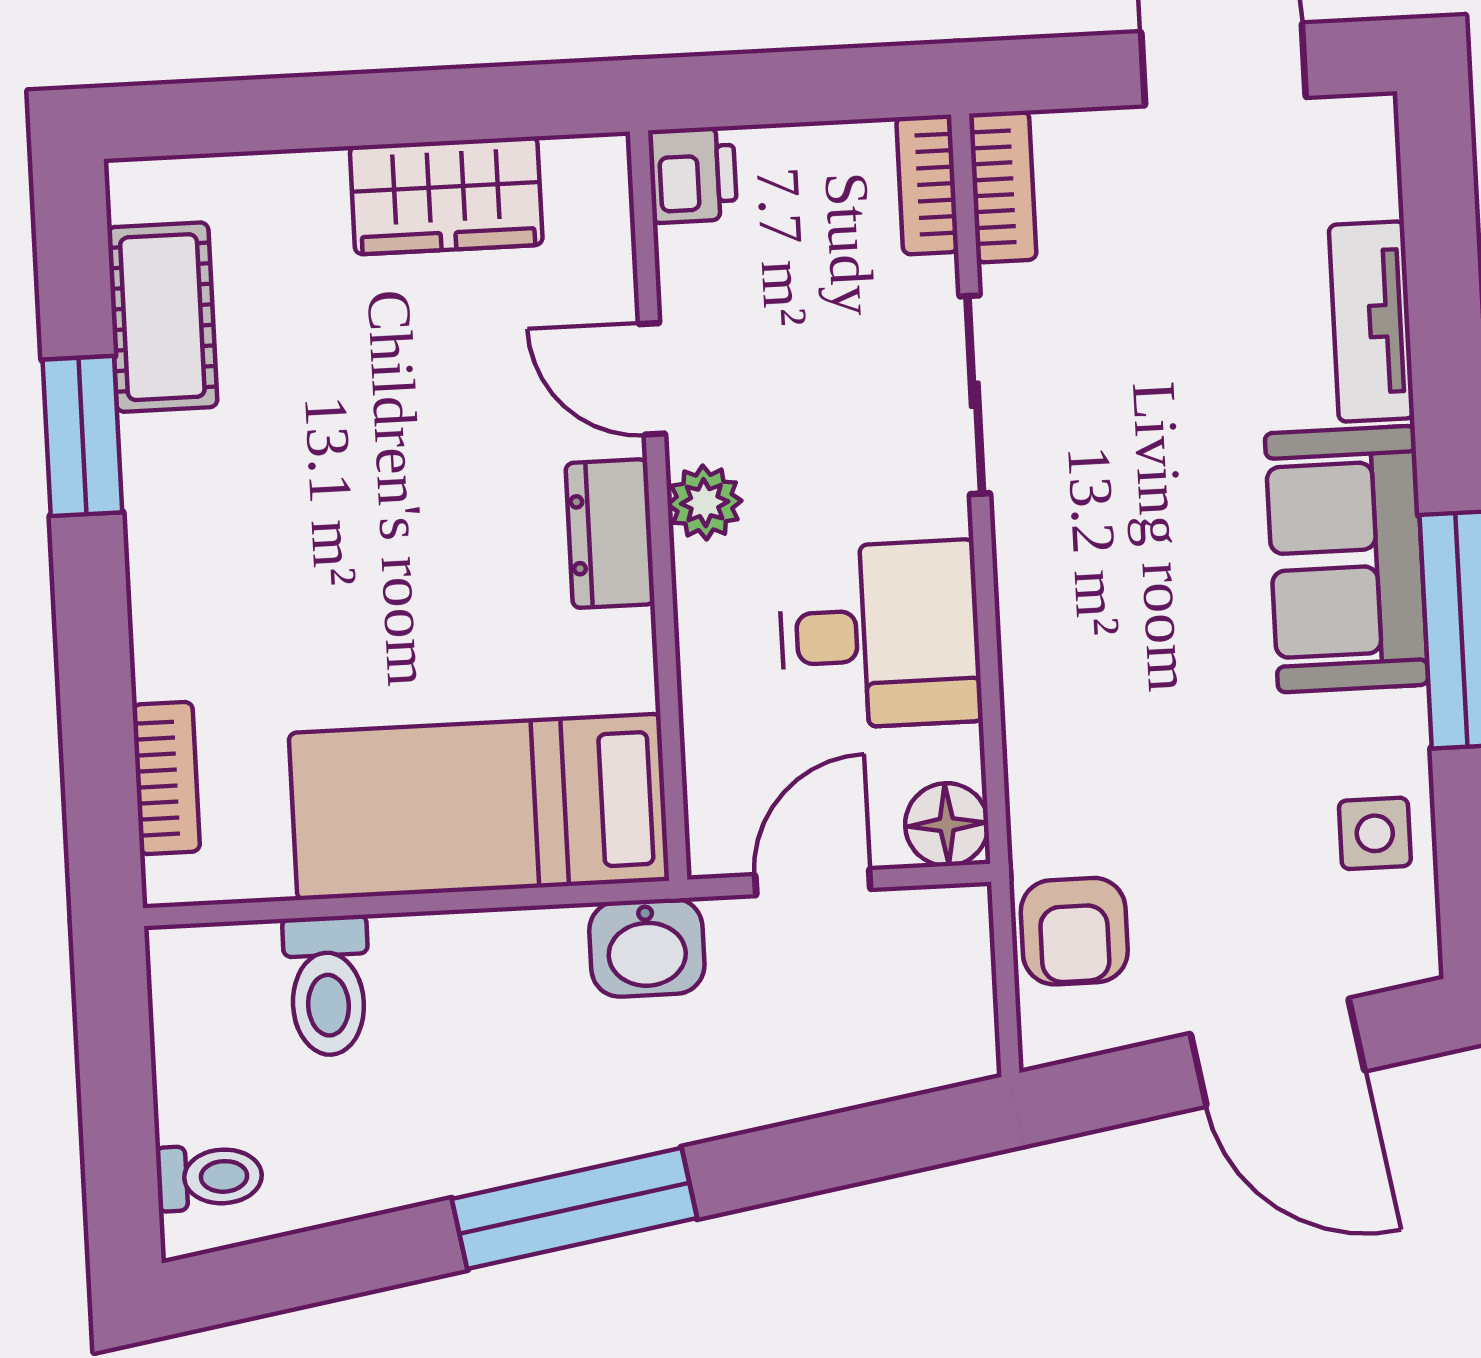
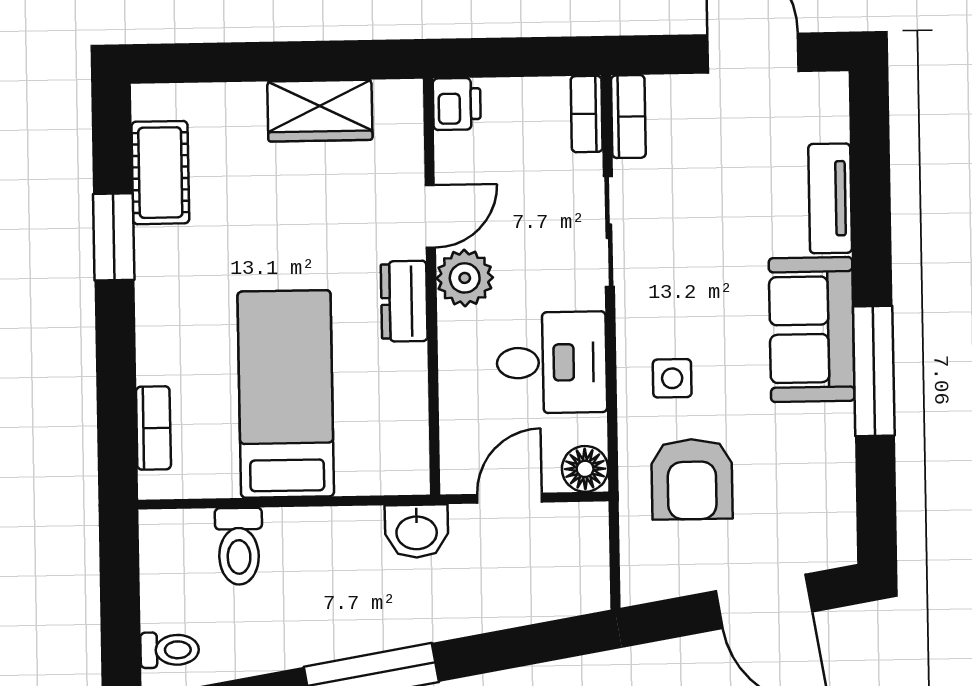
door: (652, 379) -> (430, 216), swing flipped
plant: (705, 503) -> (465, 278), width x1.38, depth x1.38
bed: (479, 807) -> (286, 394), moved, turned 90
side table: (1375, 833) -> (672, 378), moved
armchair: (1074, 931) -> (692, 479), moved, width x1.38, depth x1.38

